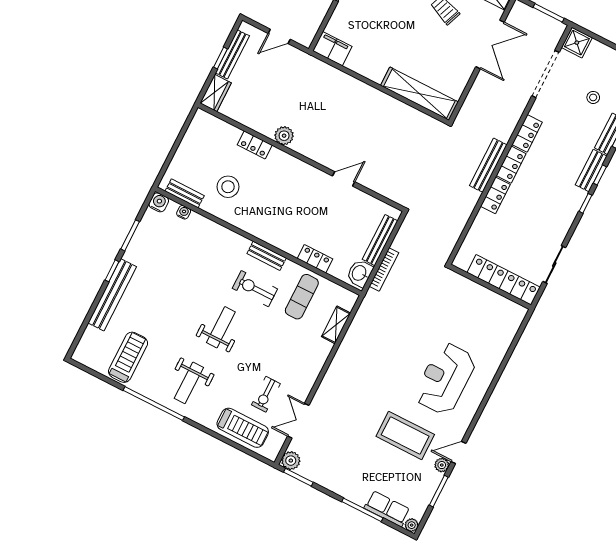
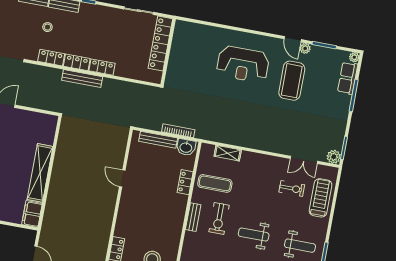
shelving: (419, 94) -> (40, 173), moved
stool: (593, 97) -> (47, 27), moved
plant: (284, 136) -> (104, 230), removed

